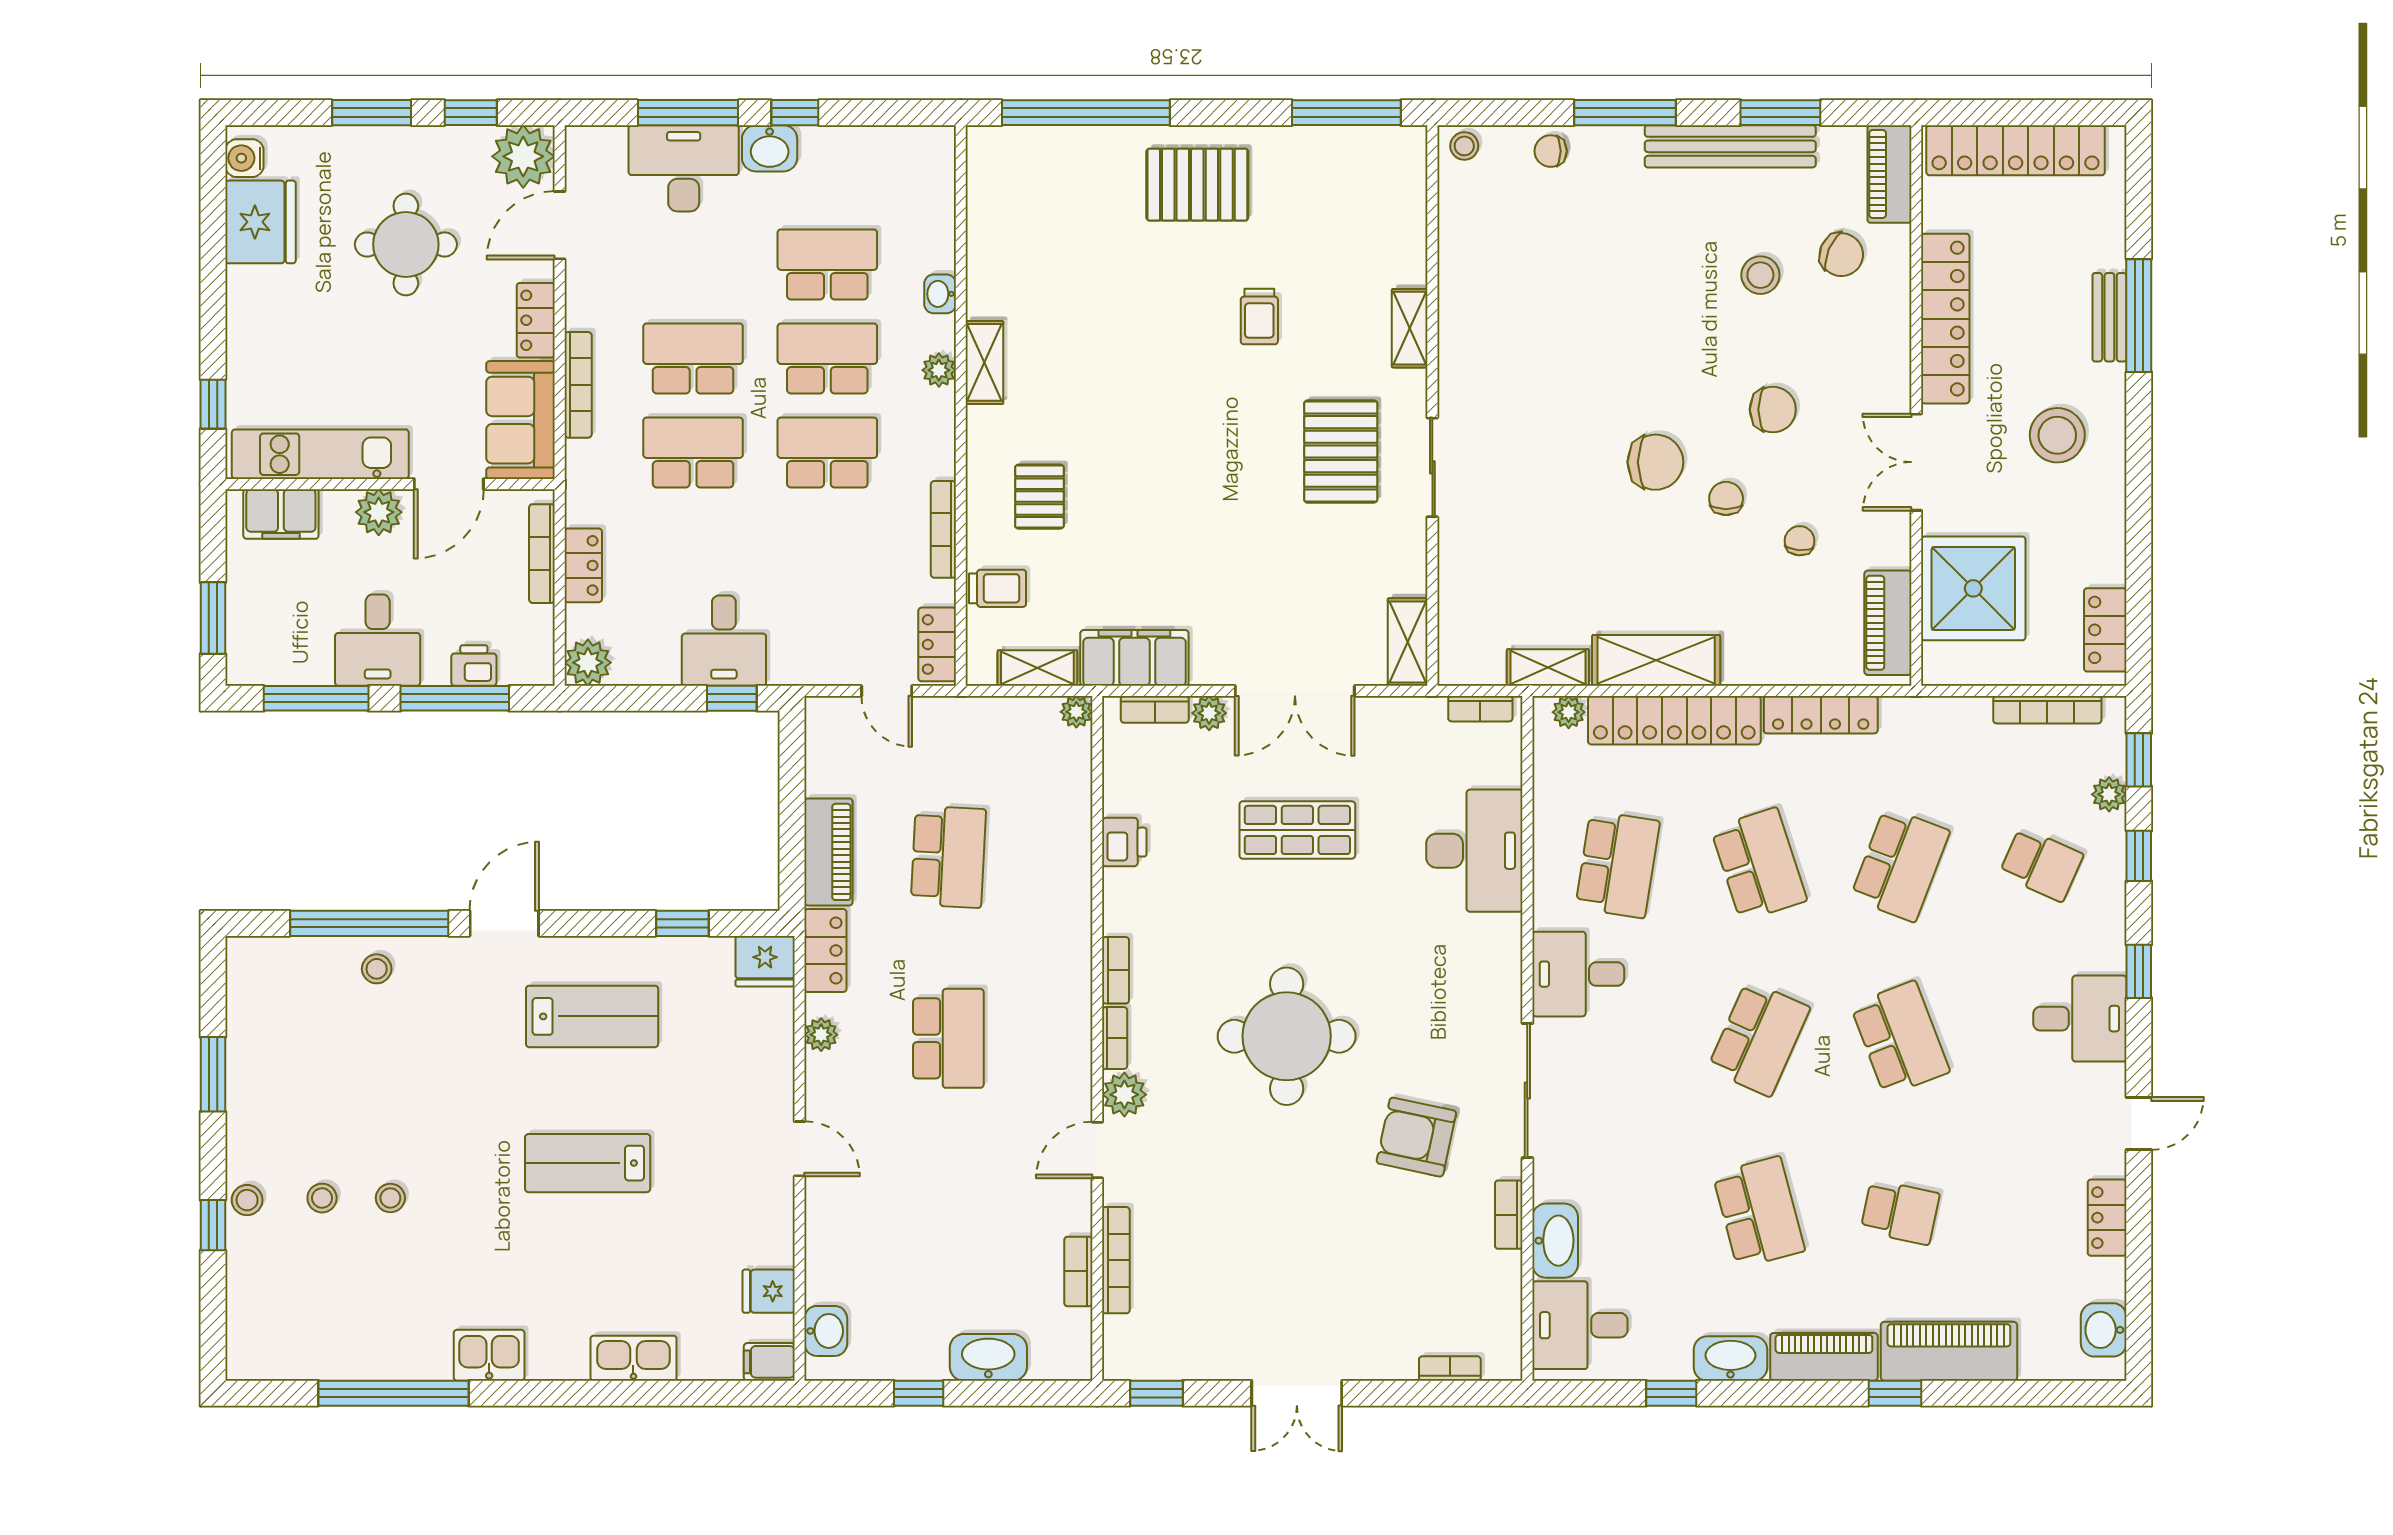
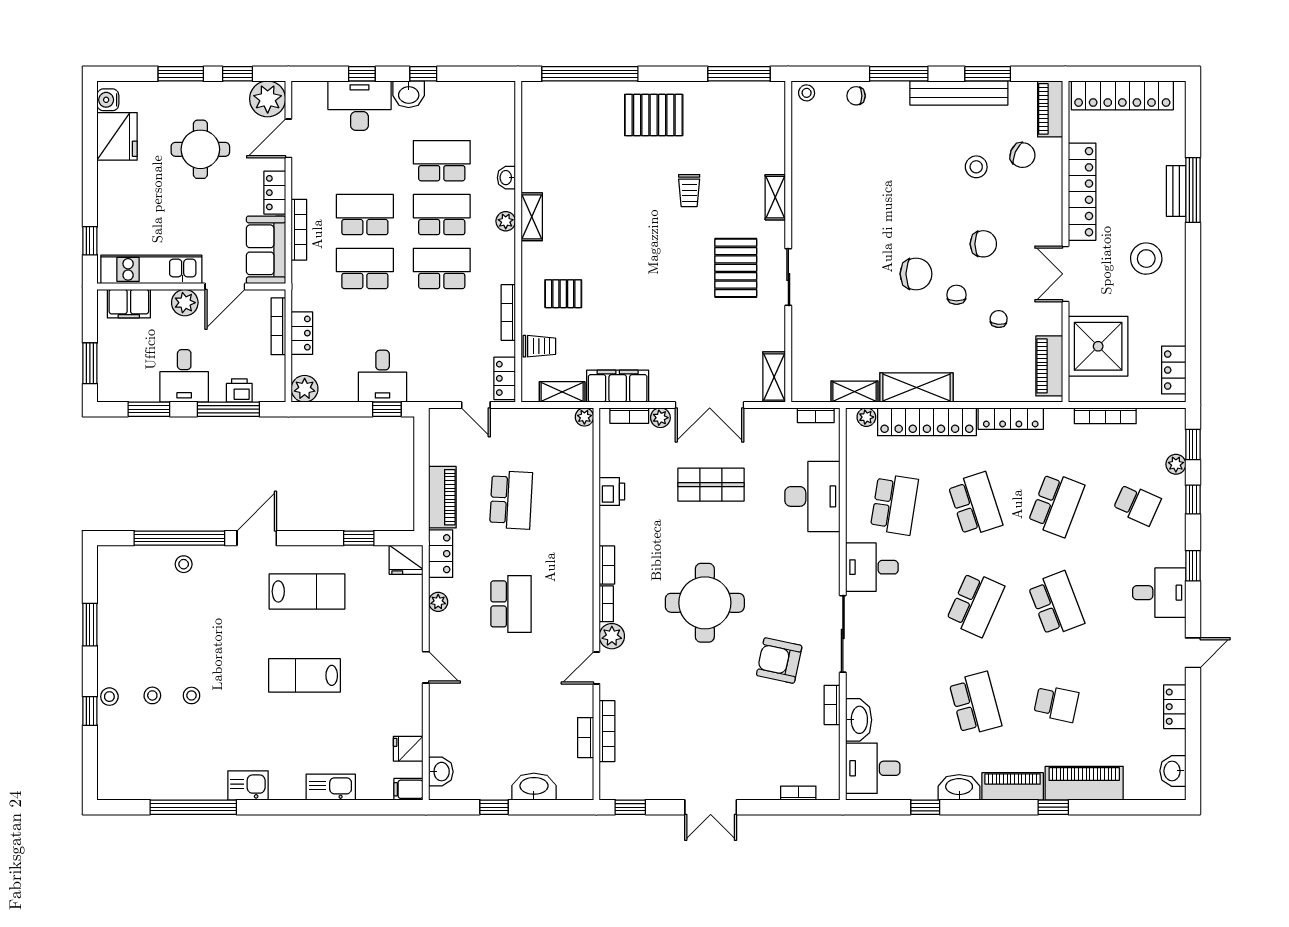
window: (688, 113) -> (362, 74), width x0.46
pallet: (1039, 497) -> (563, 294), turned 90
window: (316, 698) -> (149, 409), width x0.69
bookcase: (2047, 710) -> (1105, 416), moved

